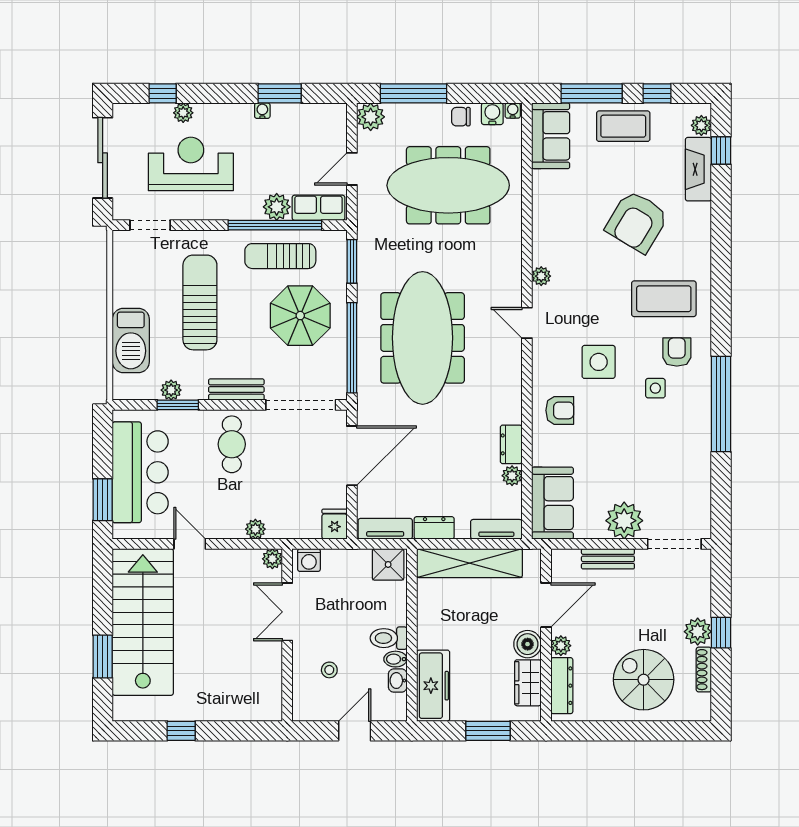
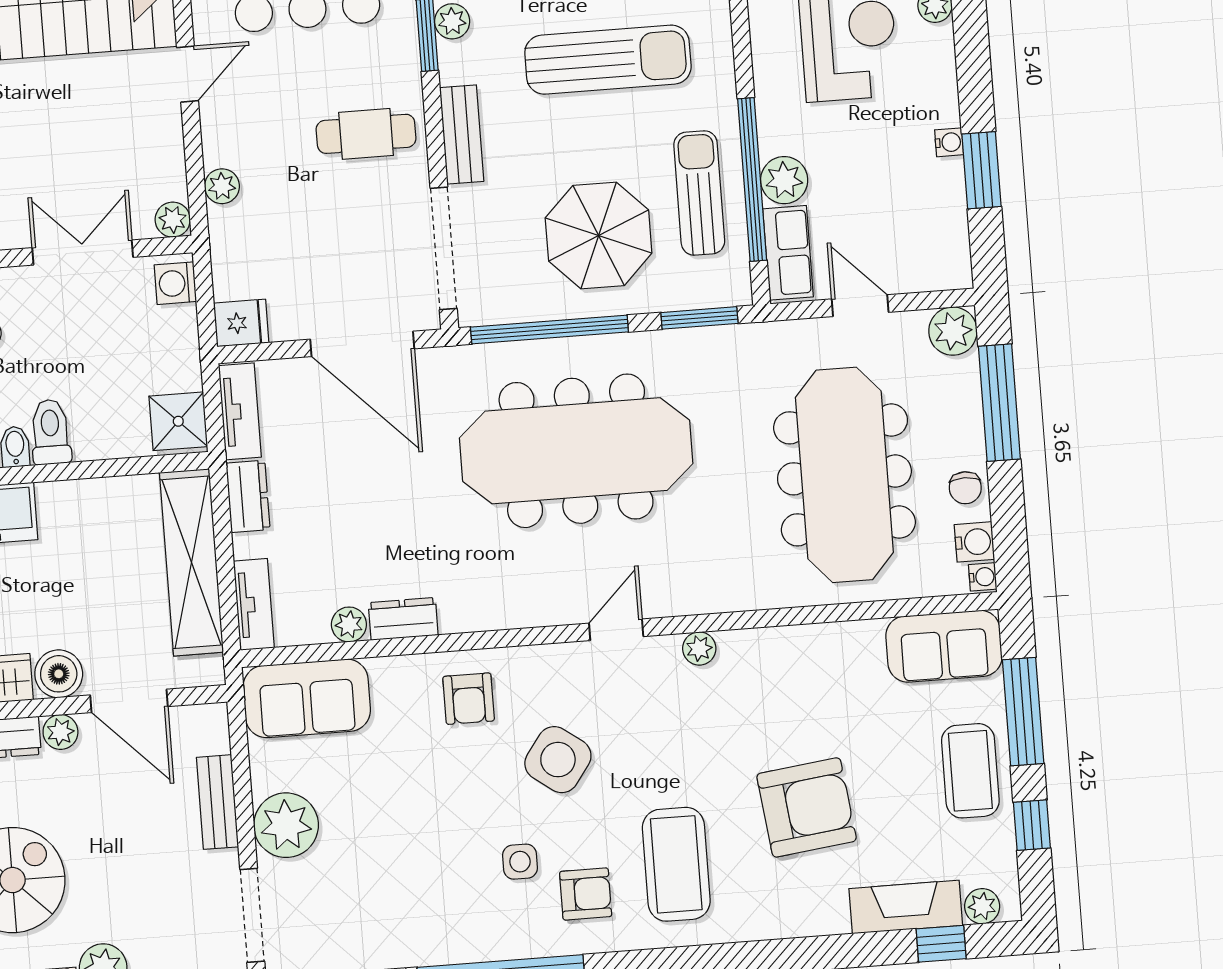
chair: (461, 117) -> (965, 488), turned 180
armchair: (637, 222) -> (807, 807), turned 142
side table: (599, 362) -> (558, 760), turned 36

